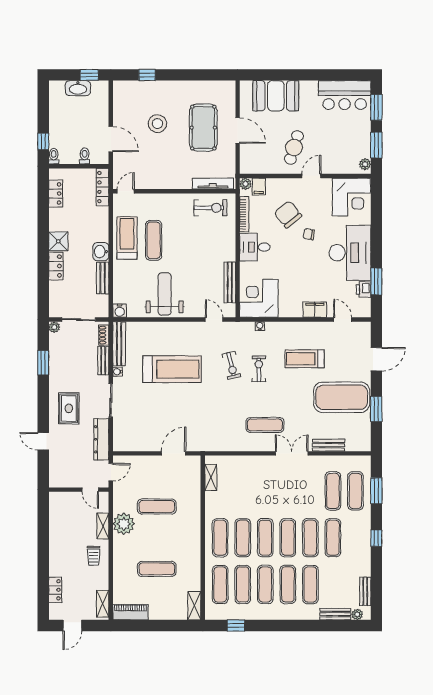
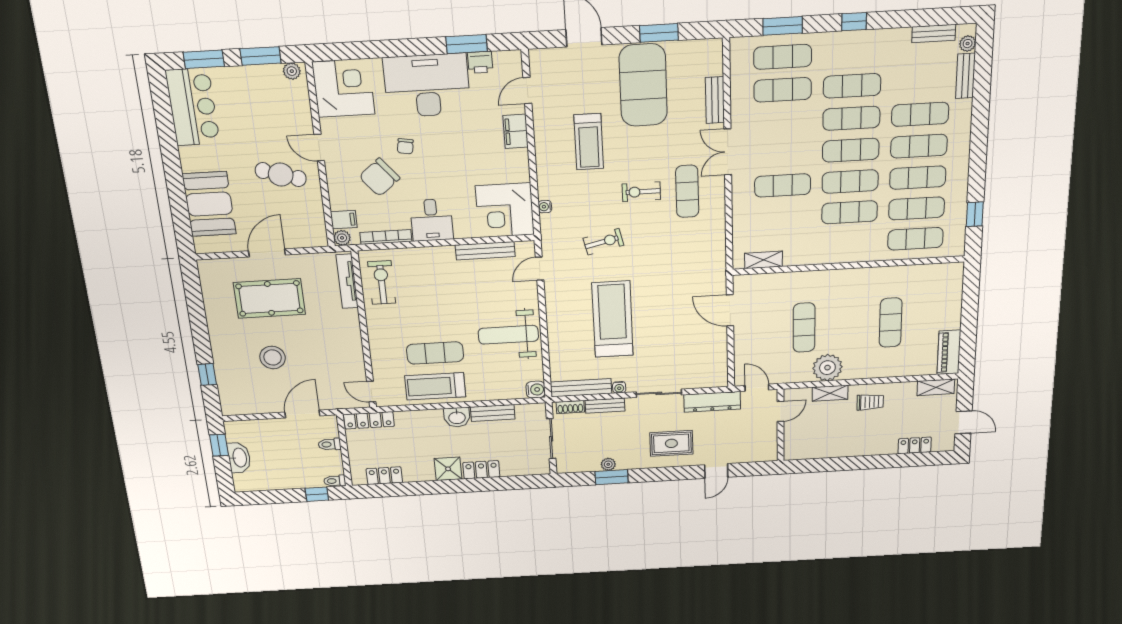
plant: (54, 327) -> (608, 464), moved
exercise bike: (259, 369) -> (641, 192), moved
exercise mat: (220, 538) -> (783, 185), moved
shelving: (194, 606) -> (944, 271), removed

